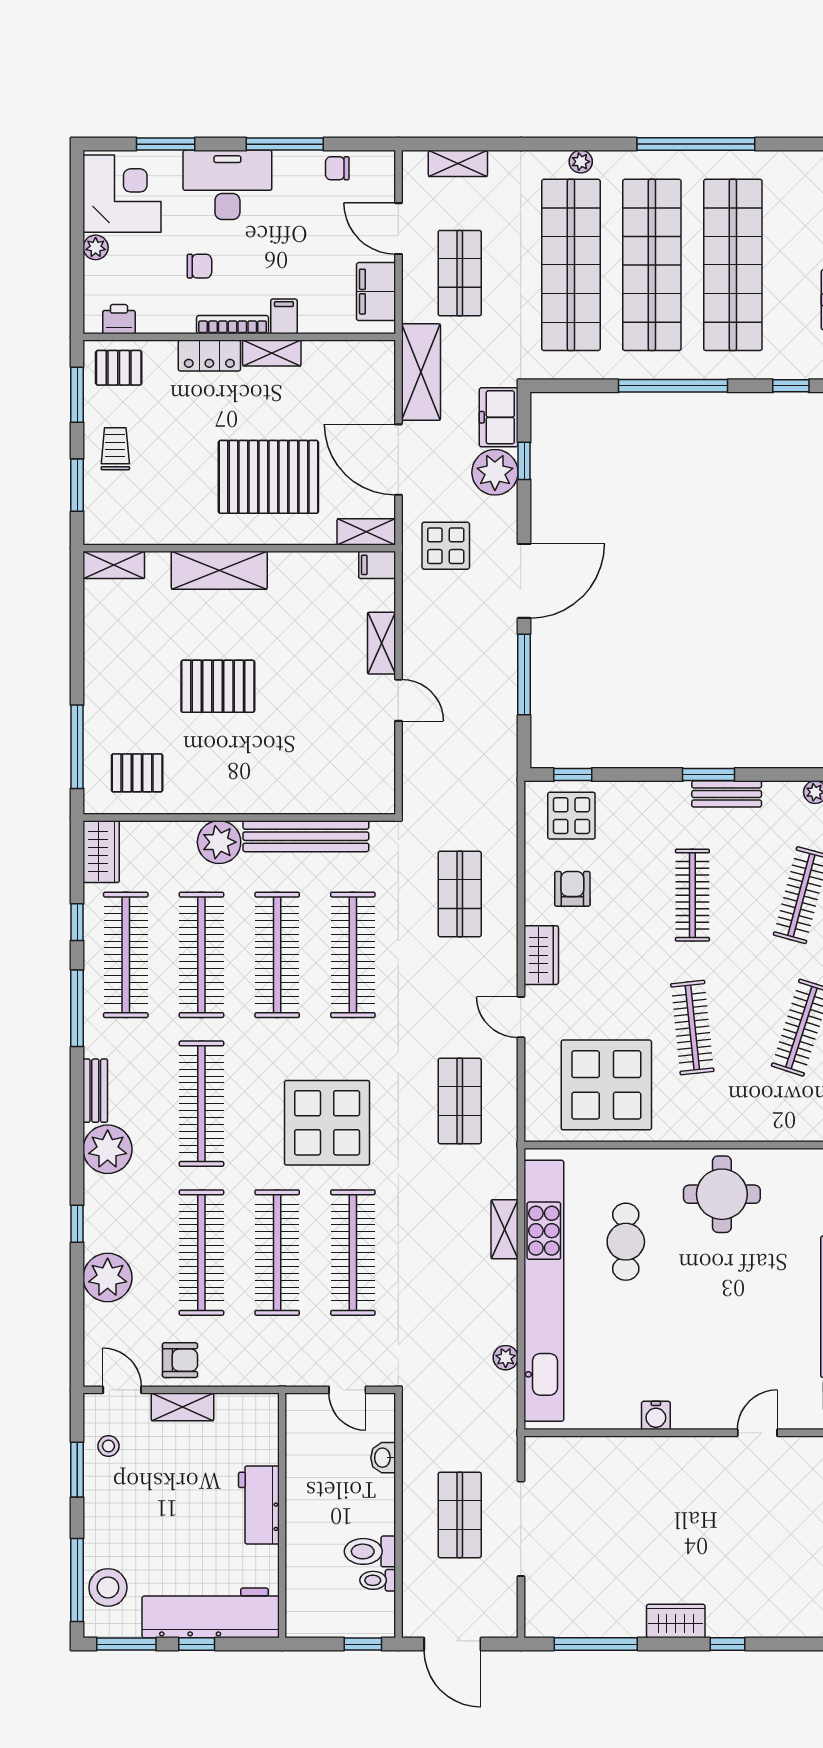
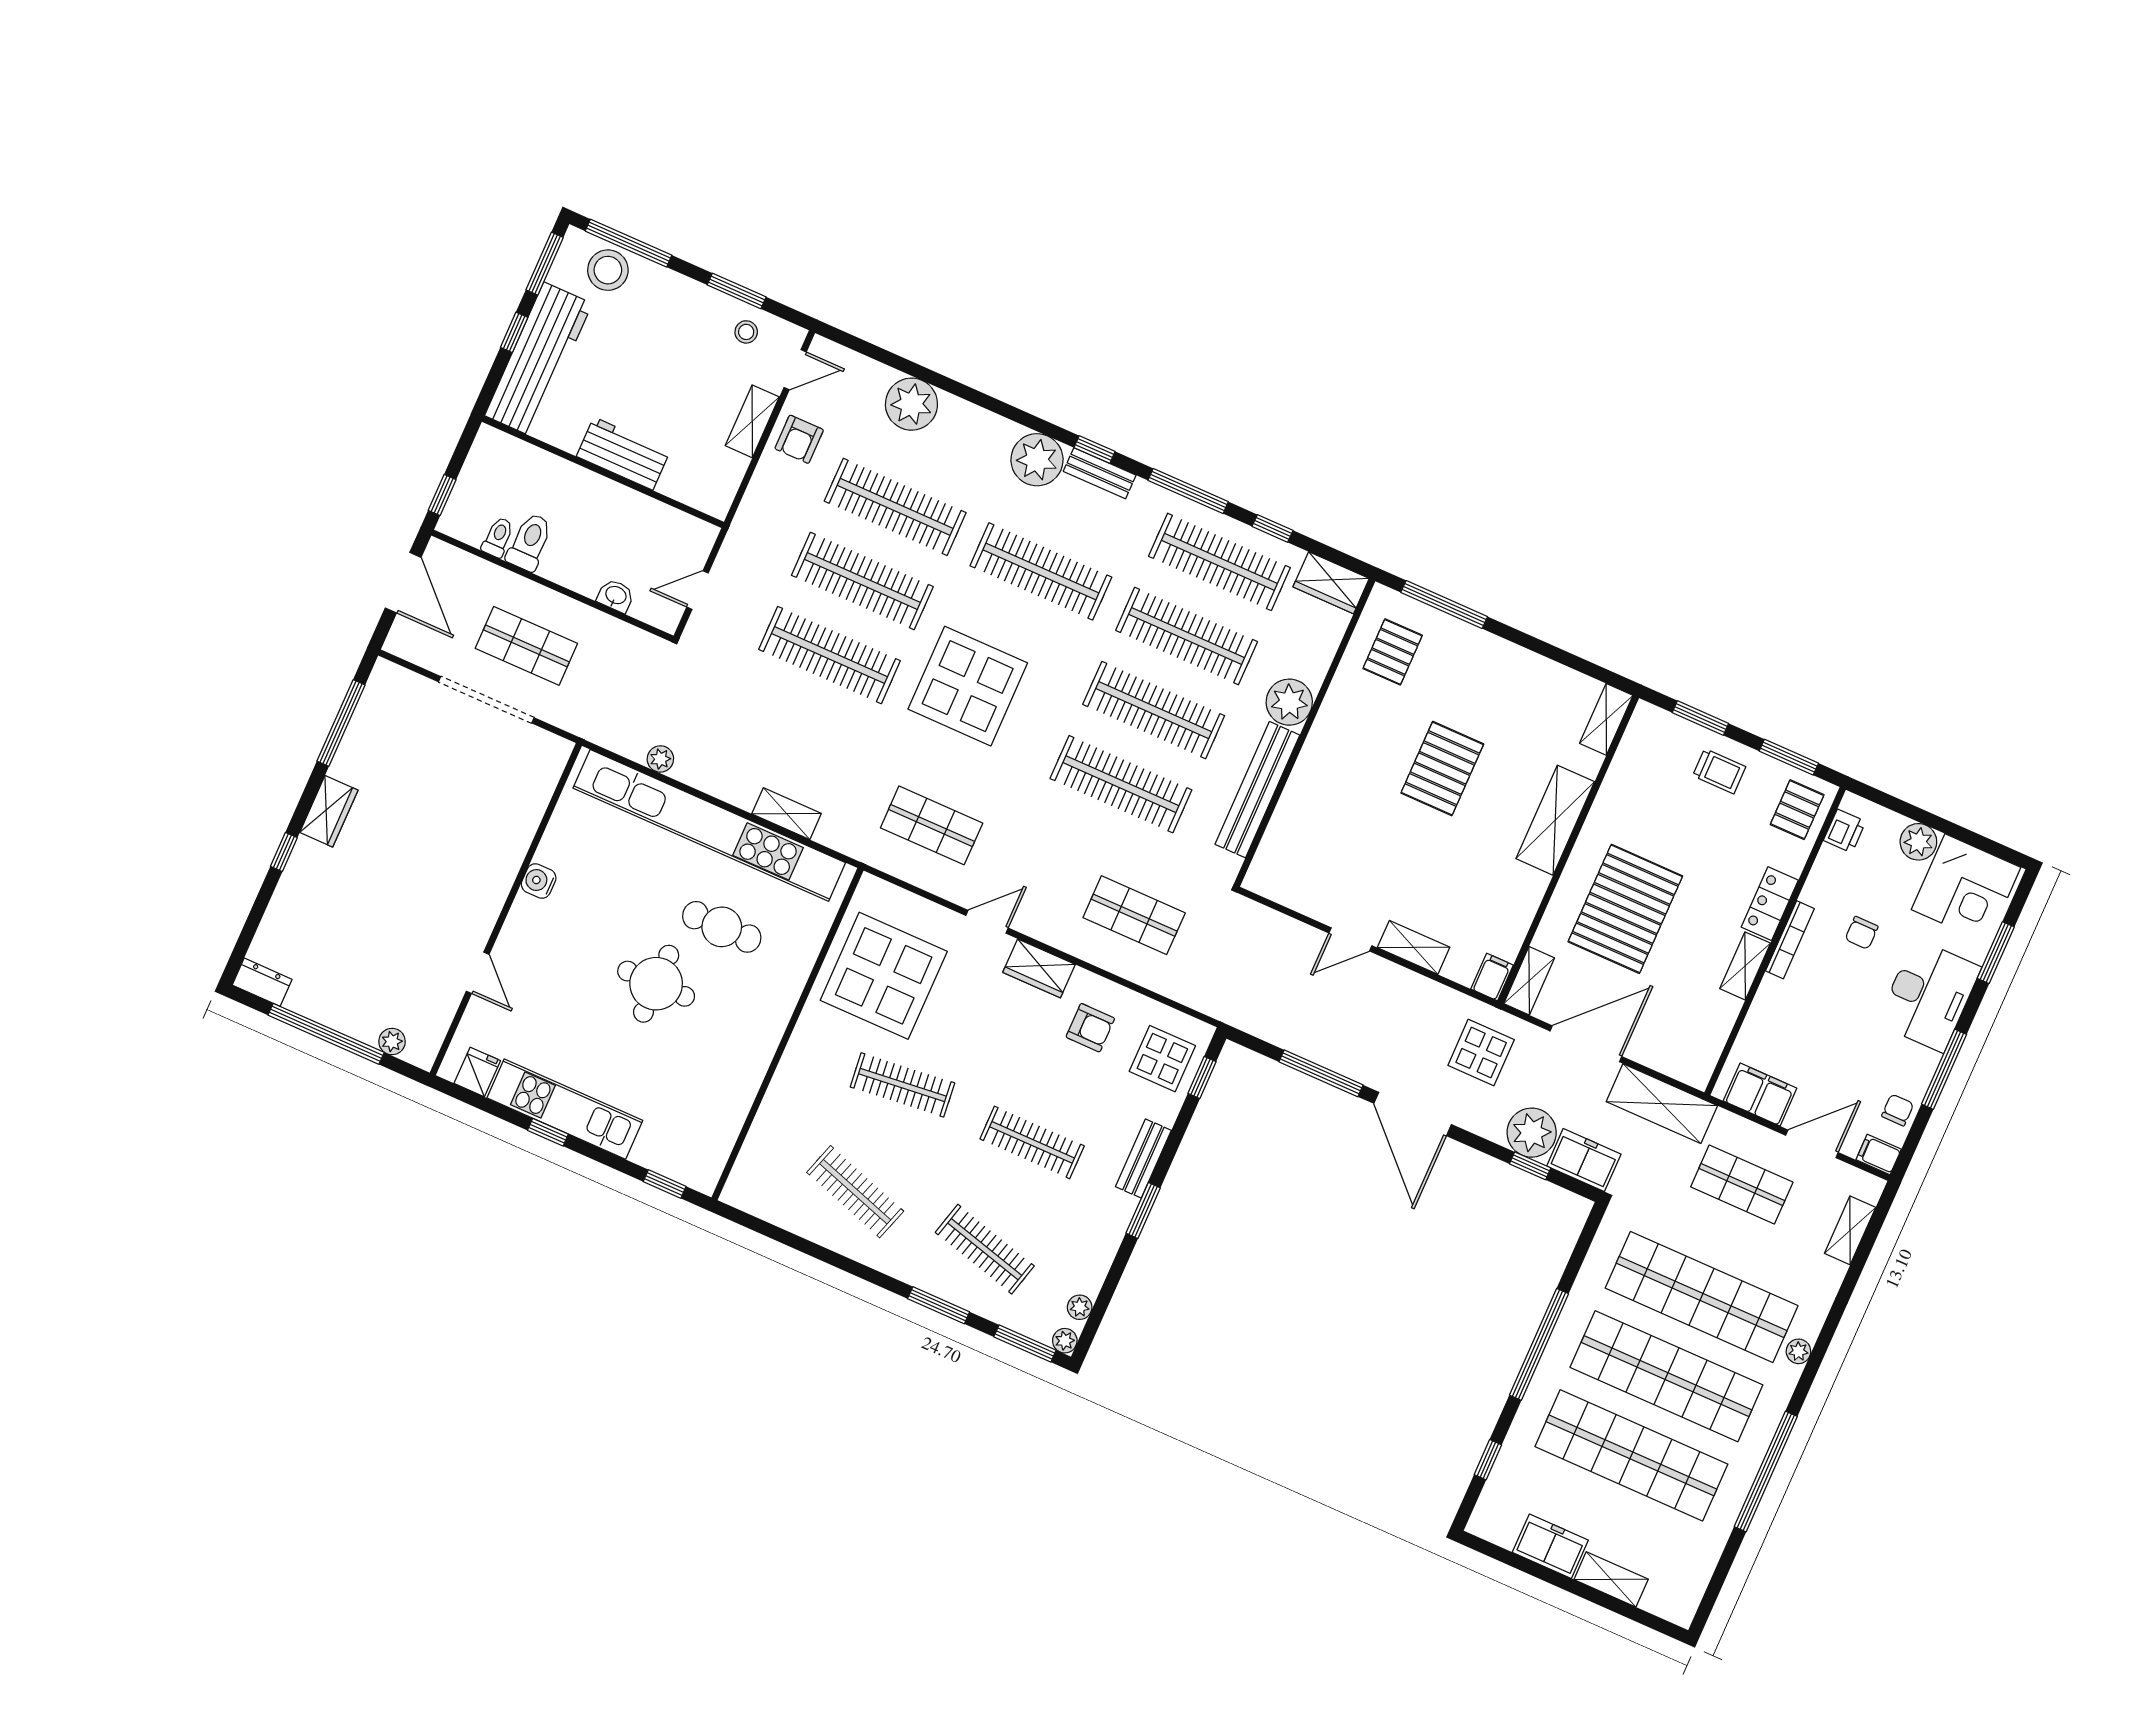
plant: (96, 247) -> (1918, 842), width x1.38, depth x1.38
filing cabinet: (284, 316) -> (1879, 1154), moved, turned 180
bench: (727, 794) -> (1143, 1158), moved
round table: (722, 1194) -> (656, 984), moved
window: (77, 1224) -> (1094, 450), moved
door: (452, 1644) -> (403, 583), swing flipped

